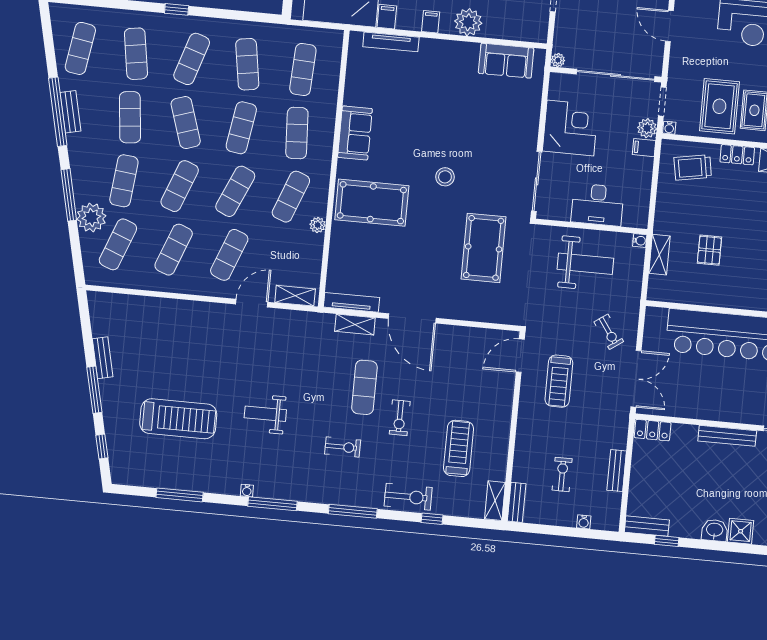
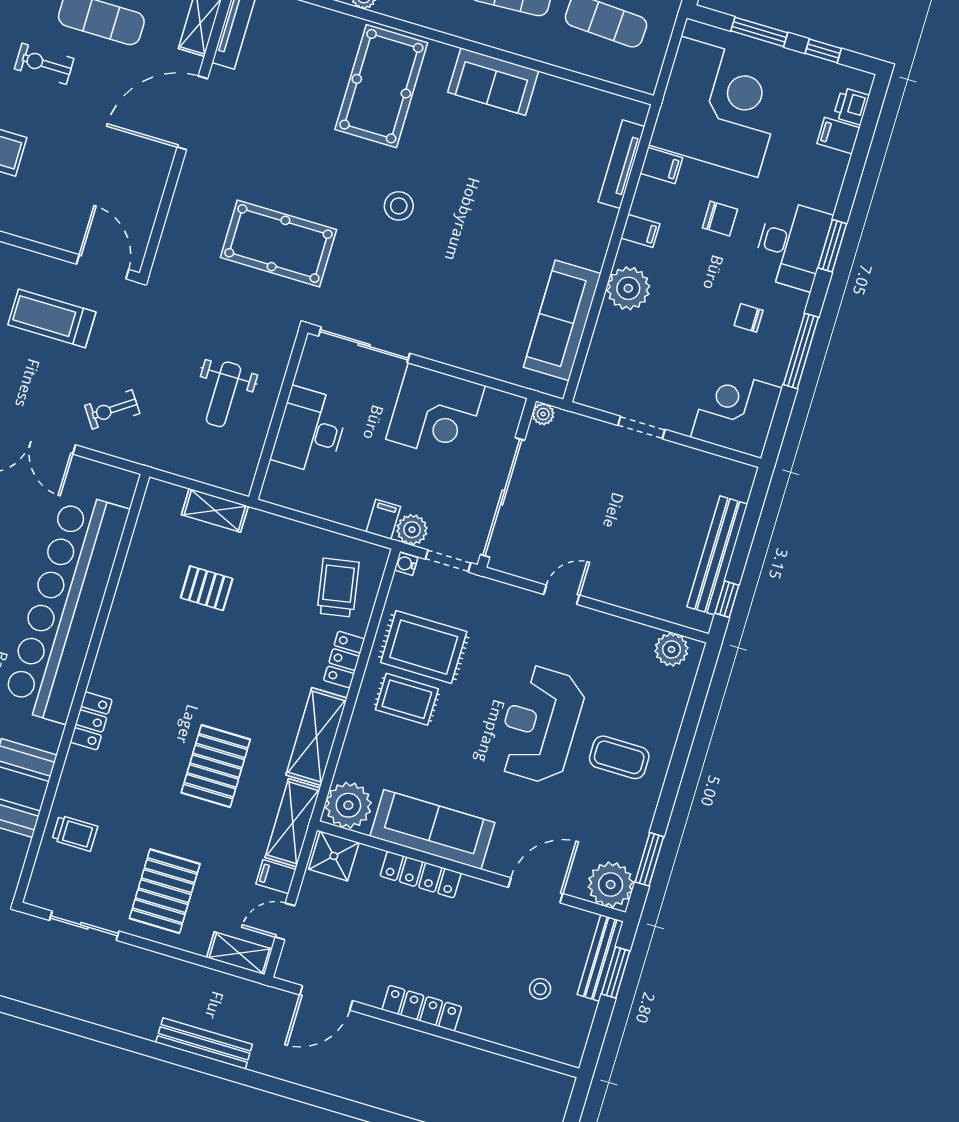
door: (669, 26) -> (562, 595), width x0.73
sofa: (506, 61) -> (562, 320), width x1.36
water cooler: (640, 241) -> (242, 484), removed
weight bench: (585, 264) -> (223, 394), width x0.73, depth x0.75

